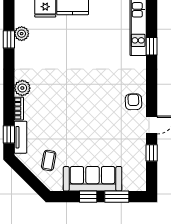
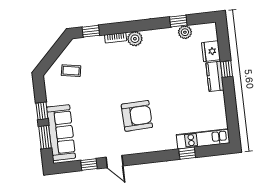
armchair: (133, 102) -> (137, 116), moved, width x1.88, depth x1.88
tv unit: (20, 137) -> (89, 42), removed
sofa: (93, 179) -> (61, 133), moved

